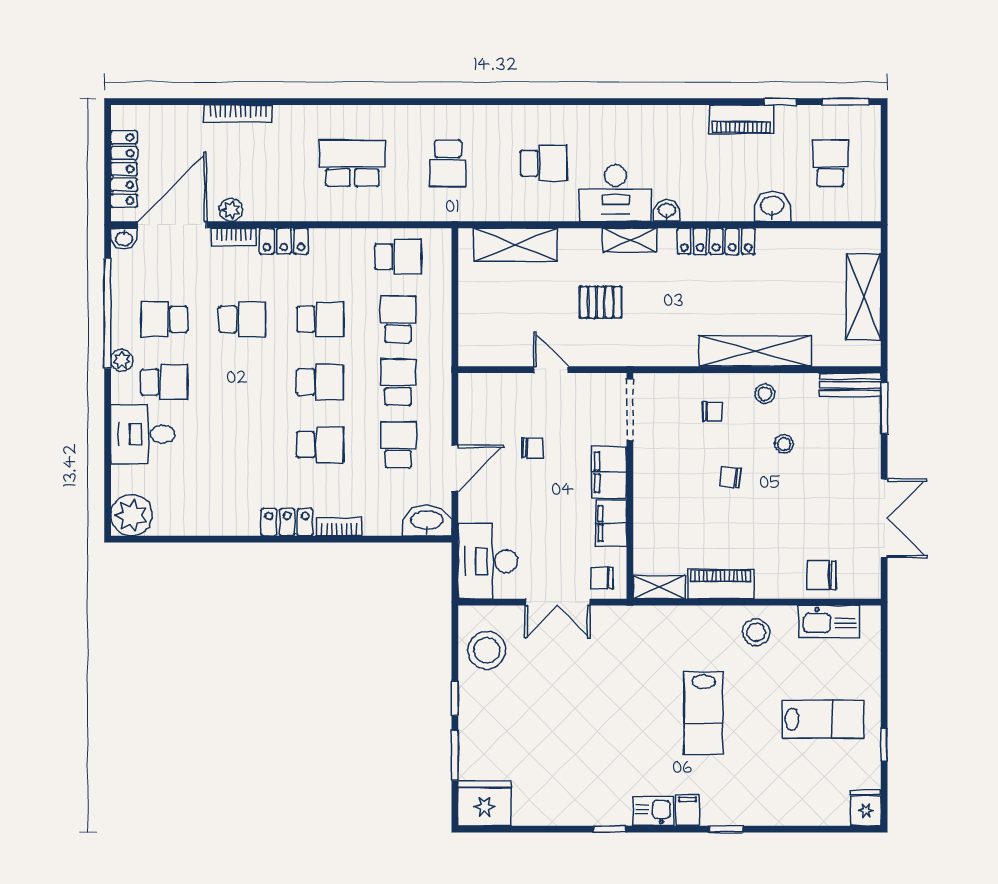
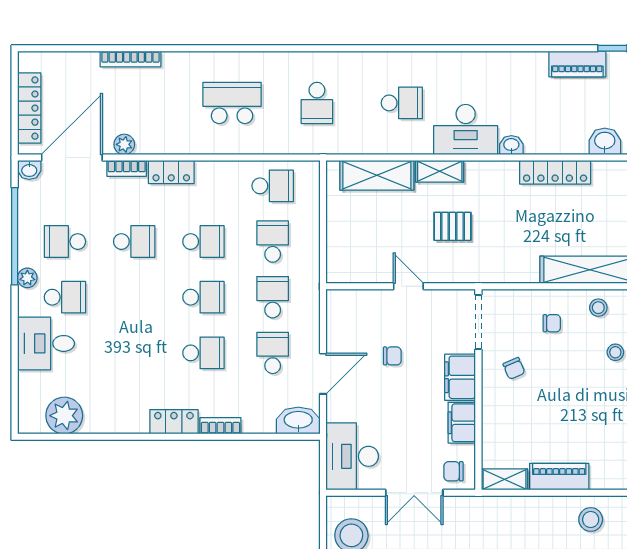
shelving: (630, 240) -> (440, 171), moved
chair: (730, 477) -> (514, 368), moved, turned -120
plant: (132, 515) -> (64, 416), moved

